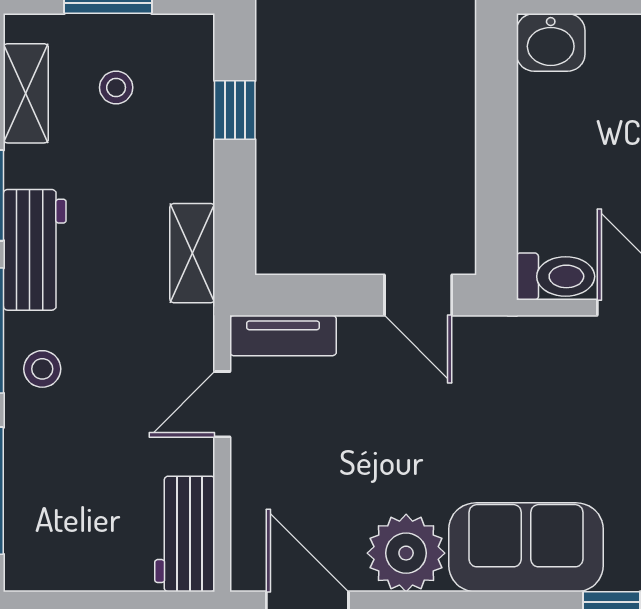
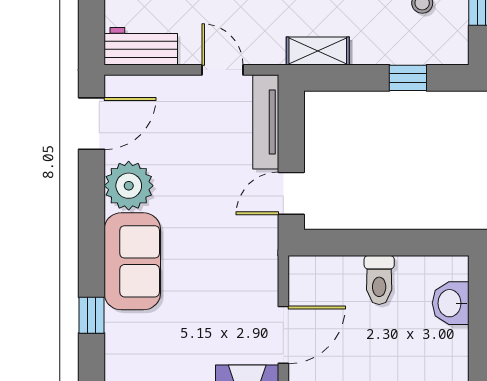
washbasin: (551, 42) -> (451, 303), moved
toilet: (556, 276) -> (379, 280), moved
tv unit: (283, 336) -> (266, 122), width x1.41

